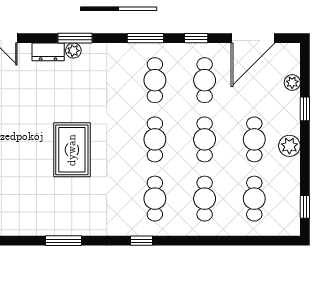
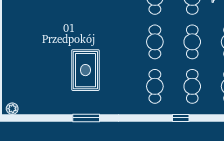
rug: (72, 150) -> (85, 70), moved
window: (141, 241) -> (181, 118), moved

